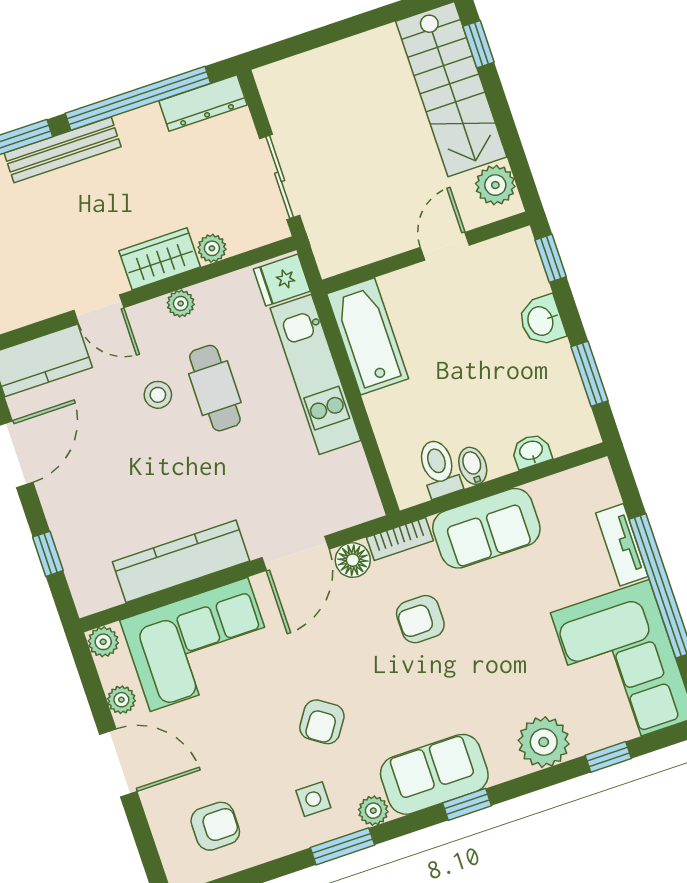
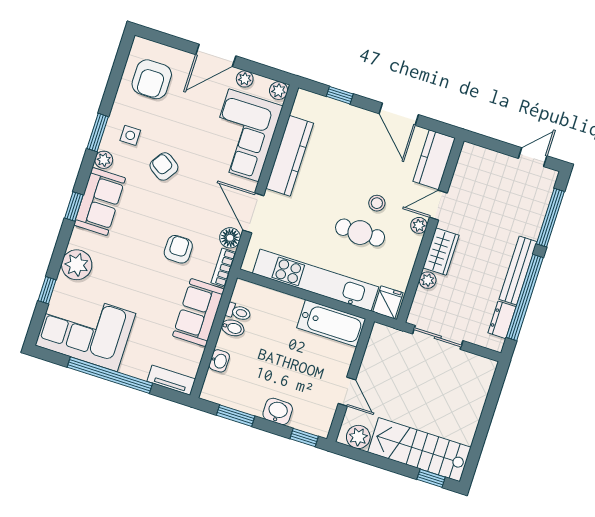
dresser: (203, 103) -> (502, 320), width x0.70
bench: (63, 150) -> (518, 270), moved
plant: (181, 303) -> (419, 225), moved
kitchen unit: (315, 374) -> (316, 280), width x1.36
toilet: (439, 468) -> (238, 312), width x0.73, depth x0.72
tv unit: (622, 545) -> (171, 380), moved
armchair: (215, 826) -> (152, 79), width x1.38, depth x1.38

